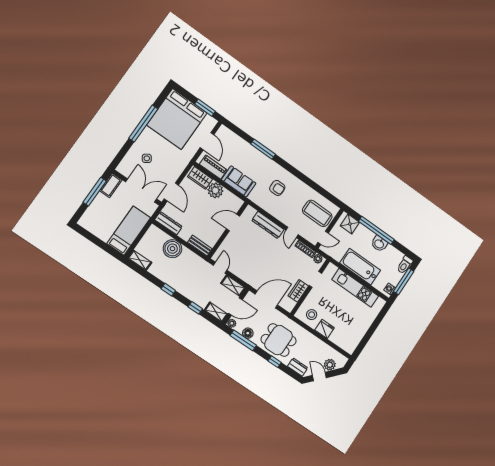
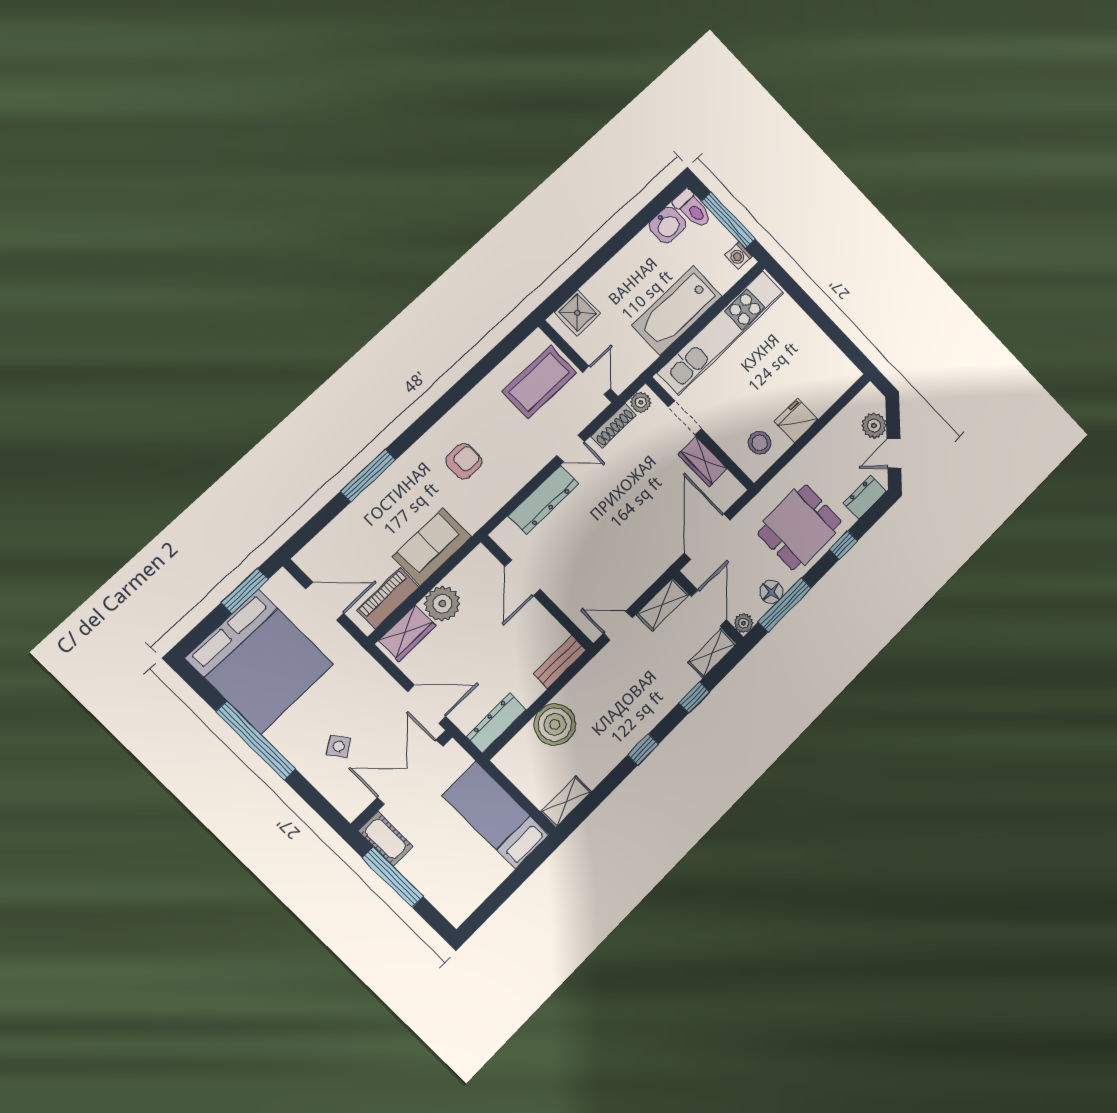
window: (376, 230) -> (603, 255), removed
washbasin: (379, 244) -> (667, 225), moved
kitchen unit: (355, 288) -> (721, 333), width x1.36

